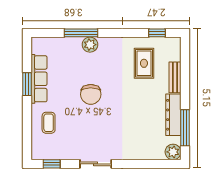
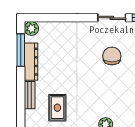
chair: (91, 94) -> (112, 56), moved
sliding door: (96, 164) -> (112, 18), moved

